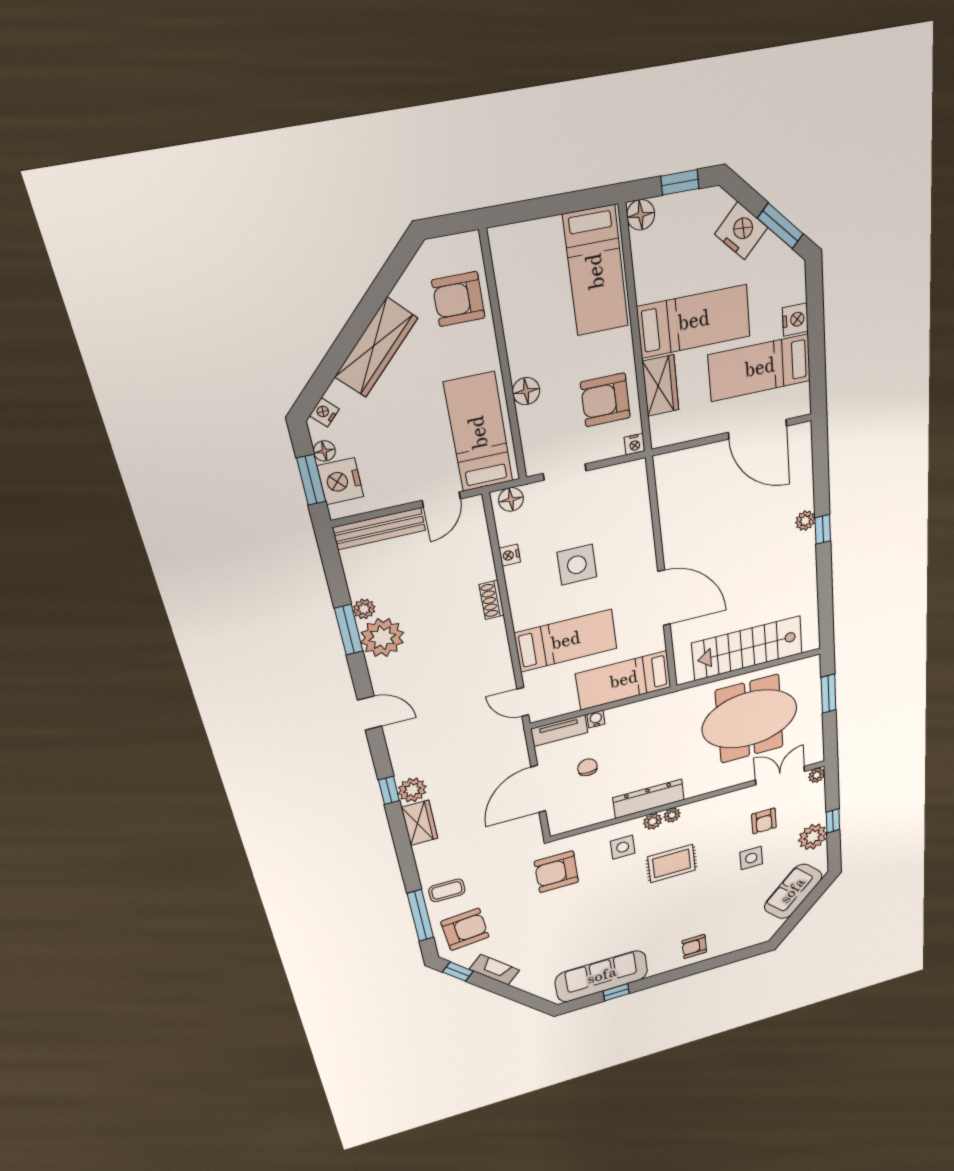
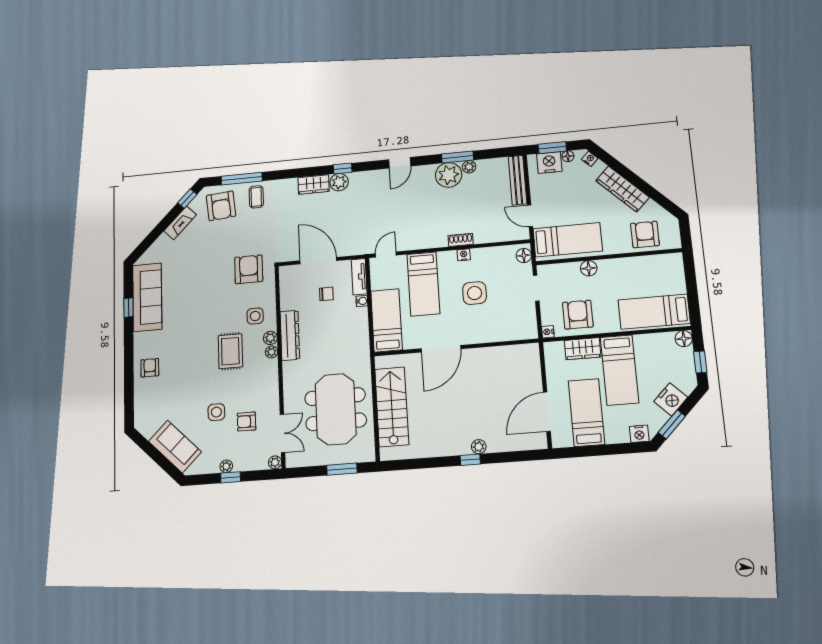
nightstand: (795, 320) -> (639, 434), moved
nightstand: (510, 555) -> (464, 255), moved
plant: (813, 837) -> (226, 466), width x0.53, depth x0.53

